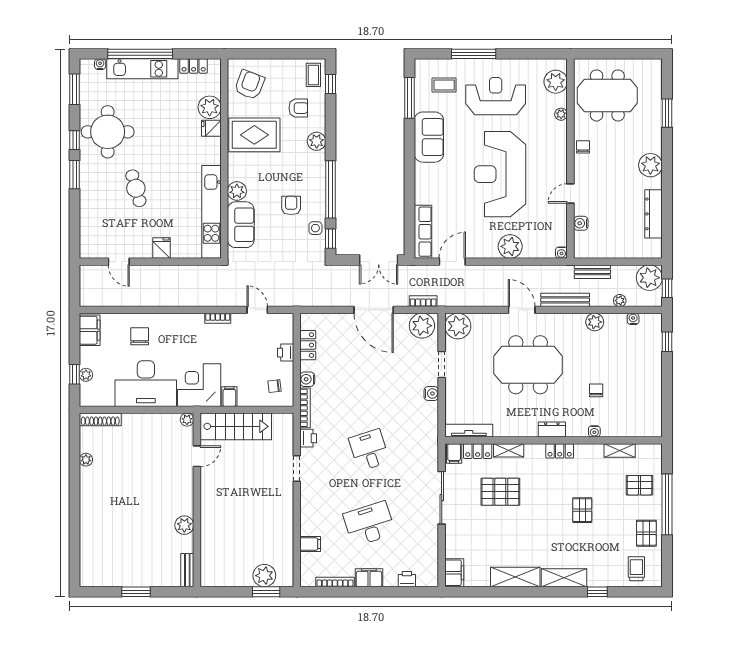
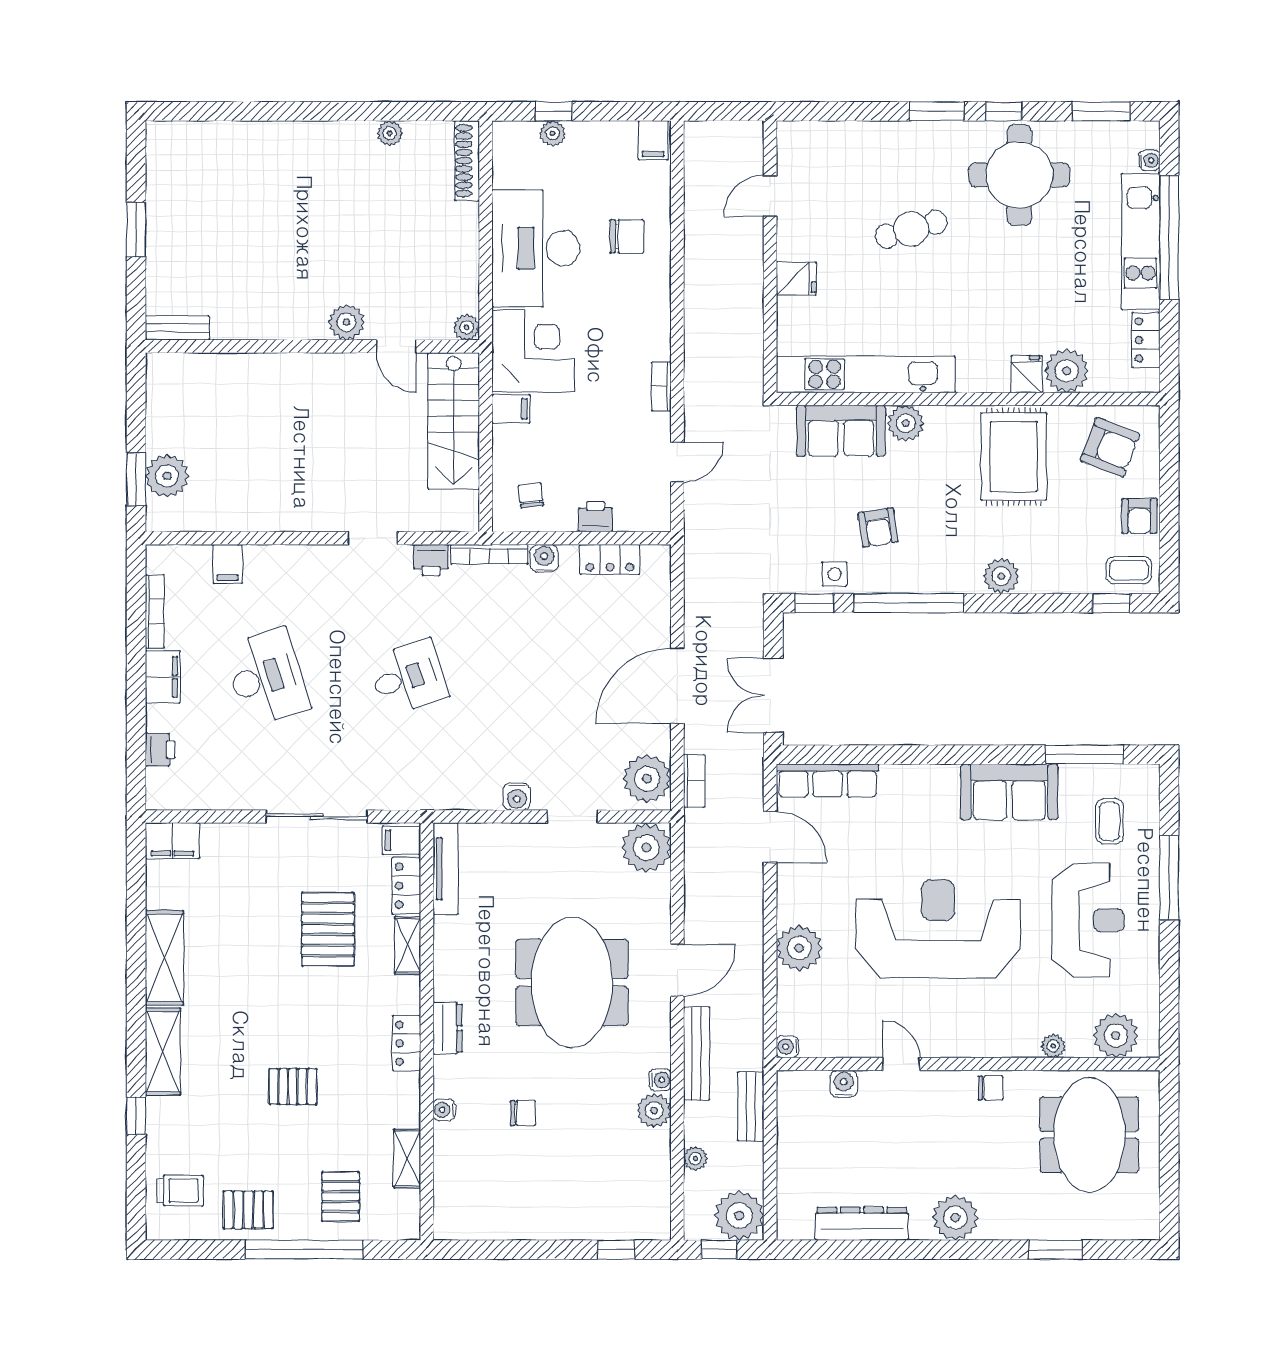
armchair: (298, 108) -> (1139, 516), moved
armchair: (291, 205) -> (878, 527), turned 81
water cooler: (633, 319) -> (660, 1080), moved
filing cabinet: (90, 330) -> (653, 140), width x0.50
plant: (184, 525) -> (346, 322), moved

